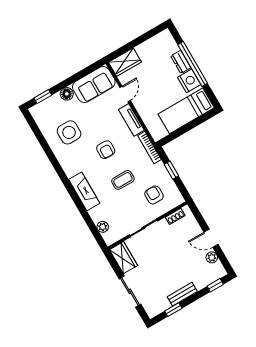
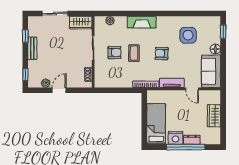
wardrobe: (125, 62) -> (214, 116), moved
window: (171, 170) -> (122, 90), removed
armchair: (154, 195) -> (114, 53), moved

